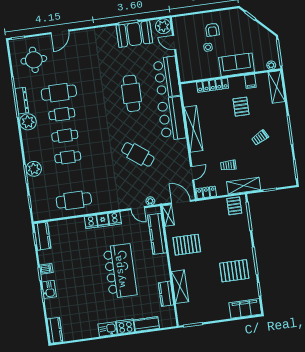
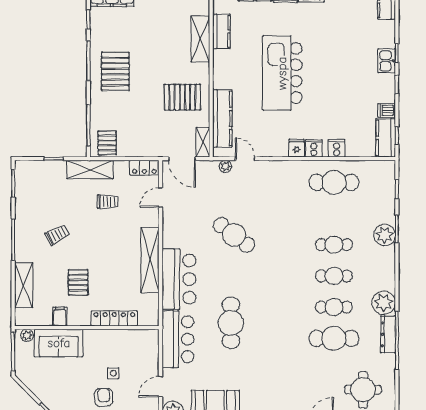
door: (174, 43) -> (160, 387), swing flipped
sofa: (237, 65) -> (59, 343), moved
shelving: (277, 87) -> (24, 285), moved
cooker: (115, 219) -> (337, 148), moved
dishwasher: (46, 269) -> (387, 110), moved
pallet: (234, 271) -> (115, 71), moved, turned 90

